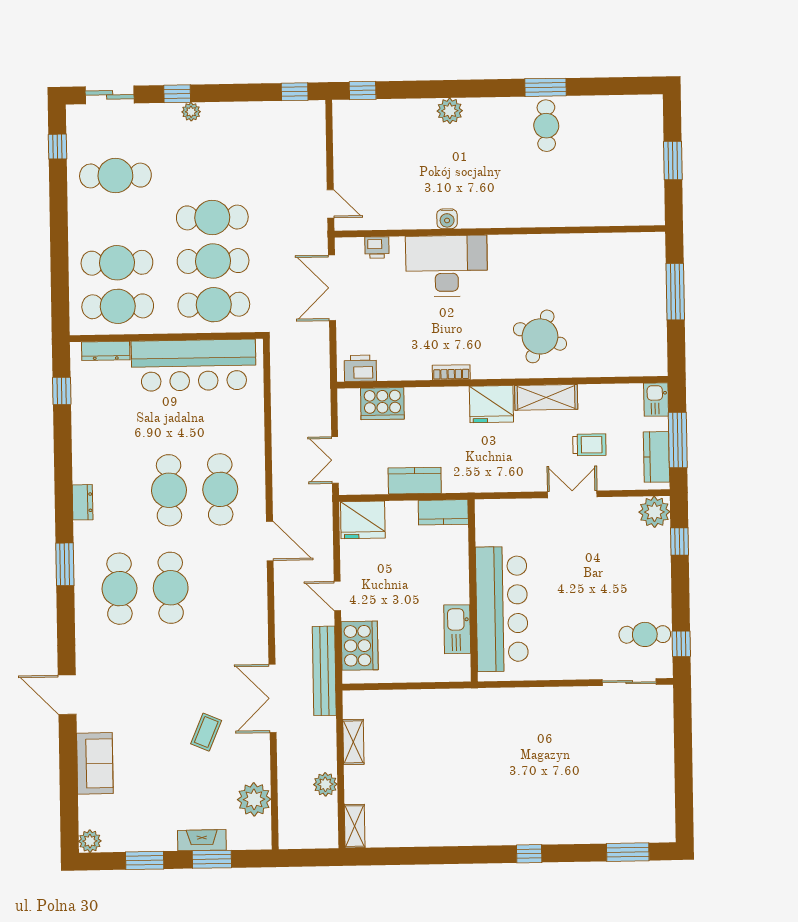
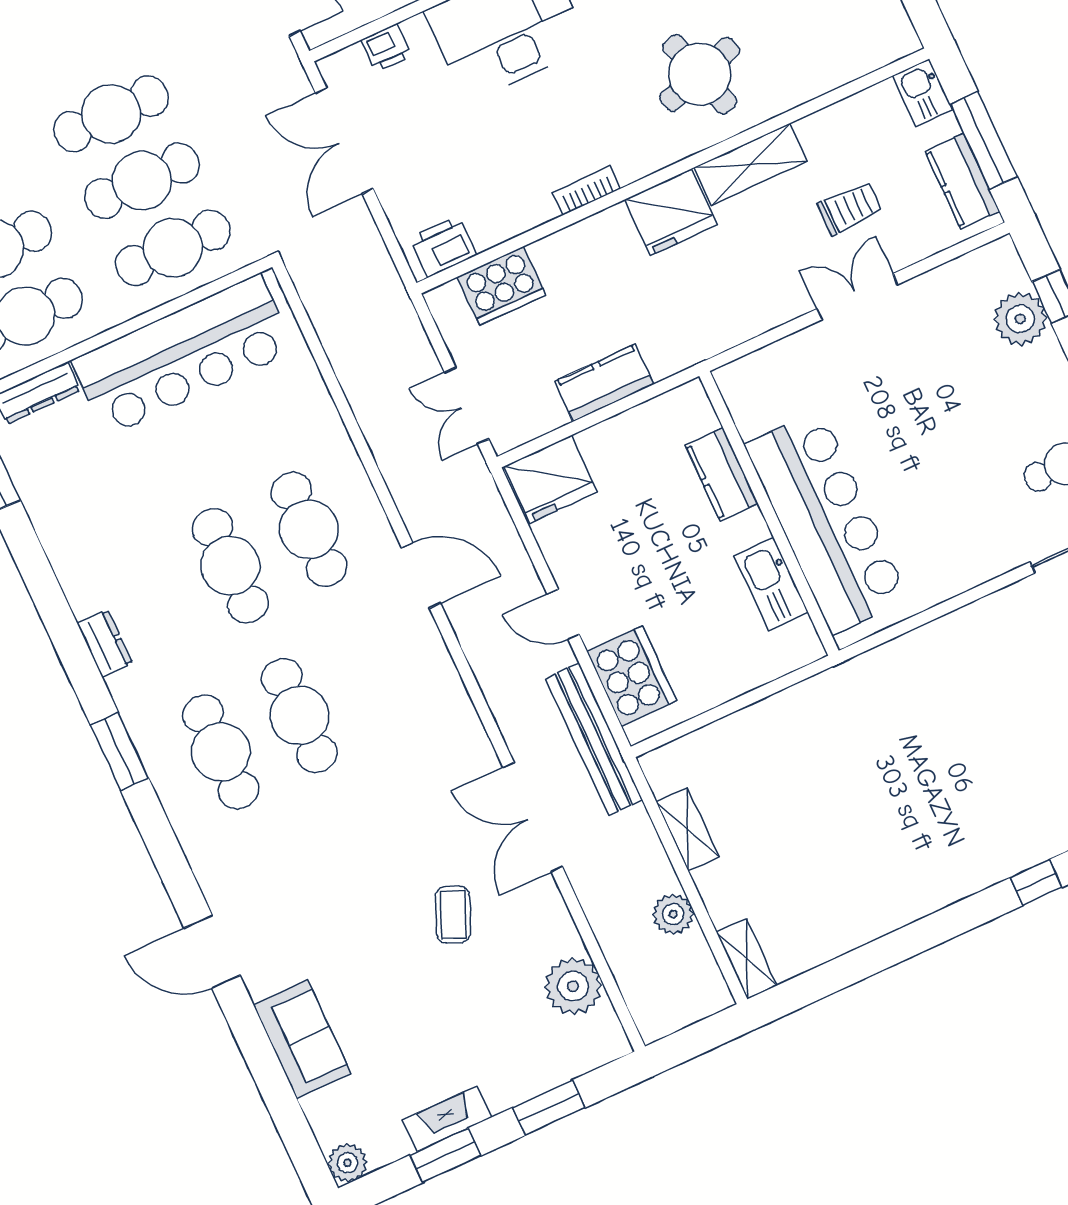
round table: (540, 336) -> (700, 74), turned -38
kitchen counter: (443, 512) -> (722, 474), moved, turned 90
plant: (654, 512) -> (1020, 319), moved
fireplace: (202, 840) -> (447, 1119), moved

